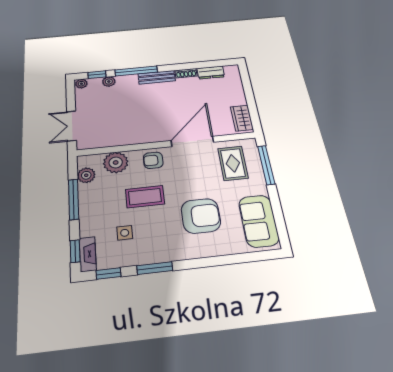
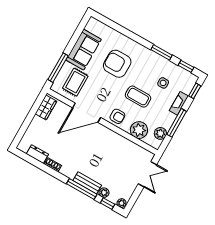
bench: (157, 77) -> (87, 183), moved
sofa: (259, 221) -> (84, 50), moved
fireplace: (88, 254) -> (179, 103), moved

